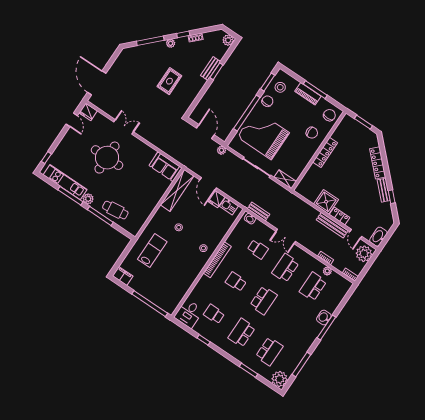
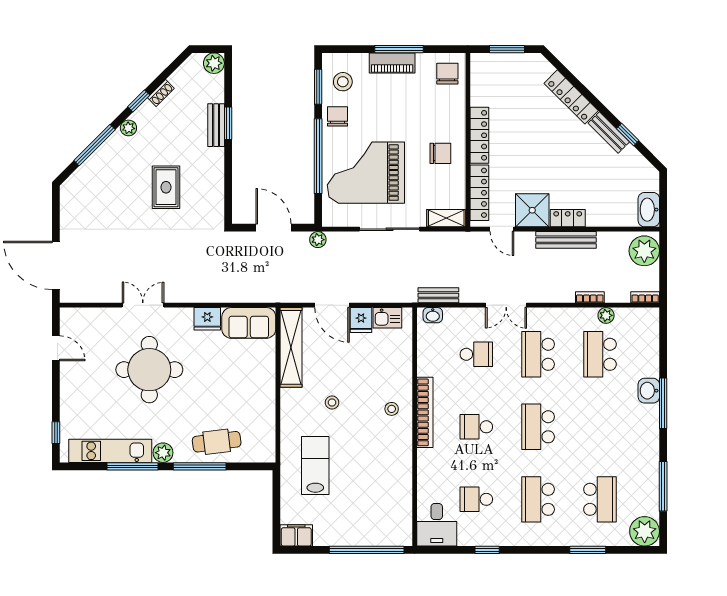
fridge: (88, 112) -> (207, 319), moved
chair: (312, 133) -> (440, 153), moved
locker: (308, 178) -> (479, 193), added
door: (356, 234) -> (502, 229), moved
school desk: (263, 300) -> (538, 427), turned 180

